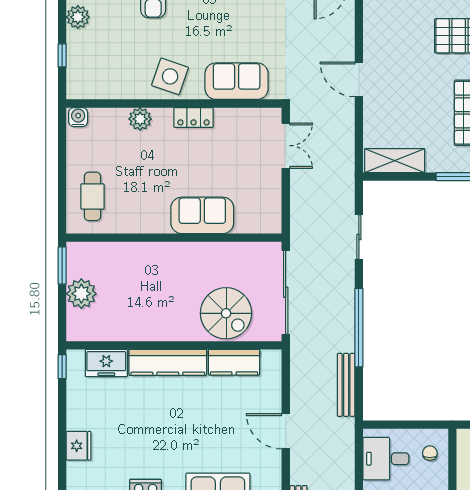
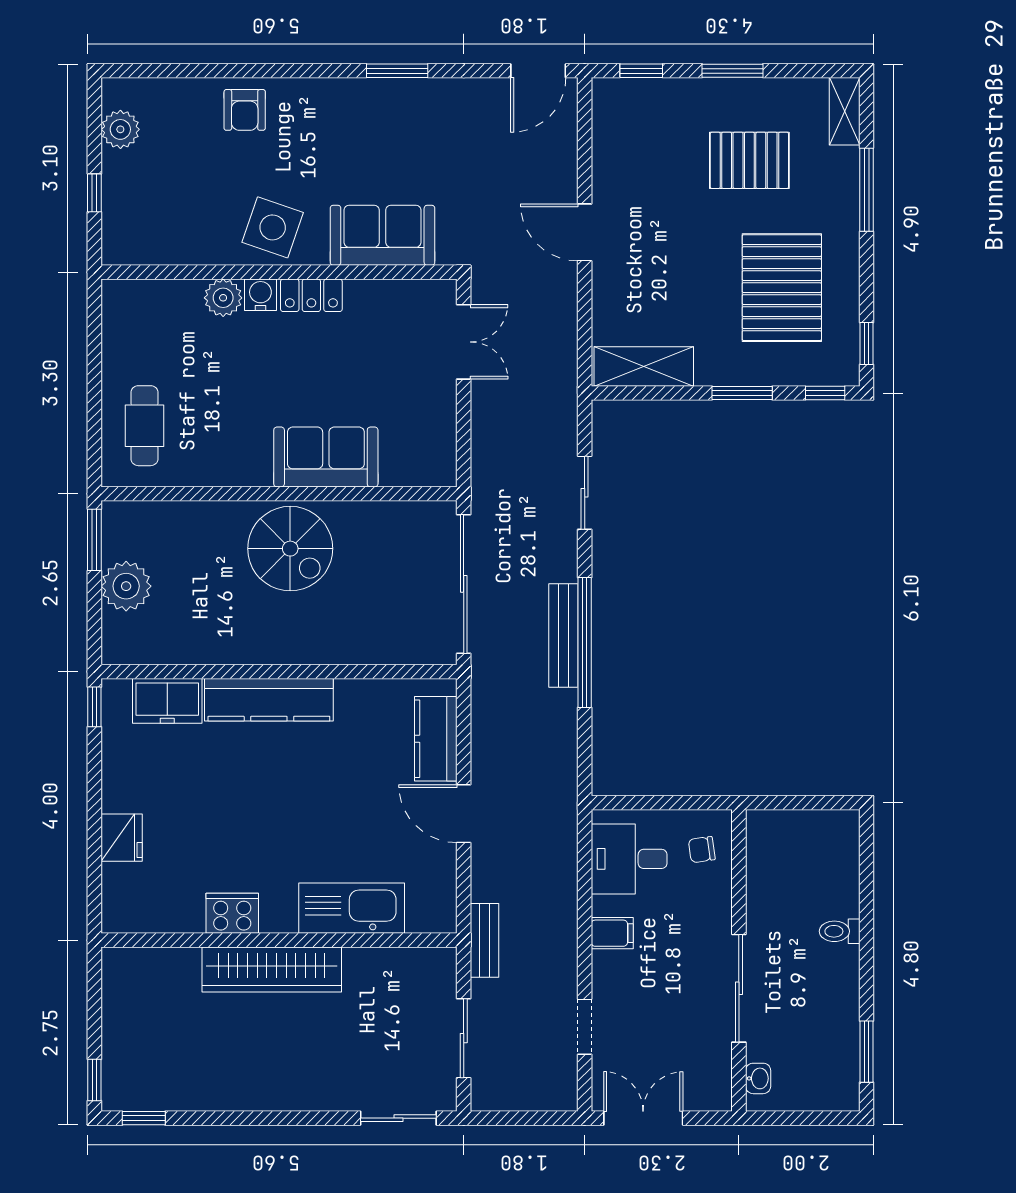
water cooler: (78, 117) -> (260, 295), moved
spiral stairs: (226, 313) -> (290, 549), moved
kitchen counter: (234, 362) -> (436, 739), moved, turned 90
bench: (346, 385) -> (563, 636), moved
chair: (430, 453) -> (702, 850), turned -98

